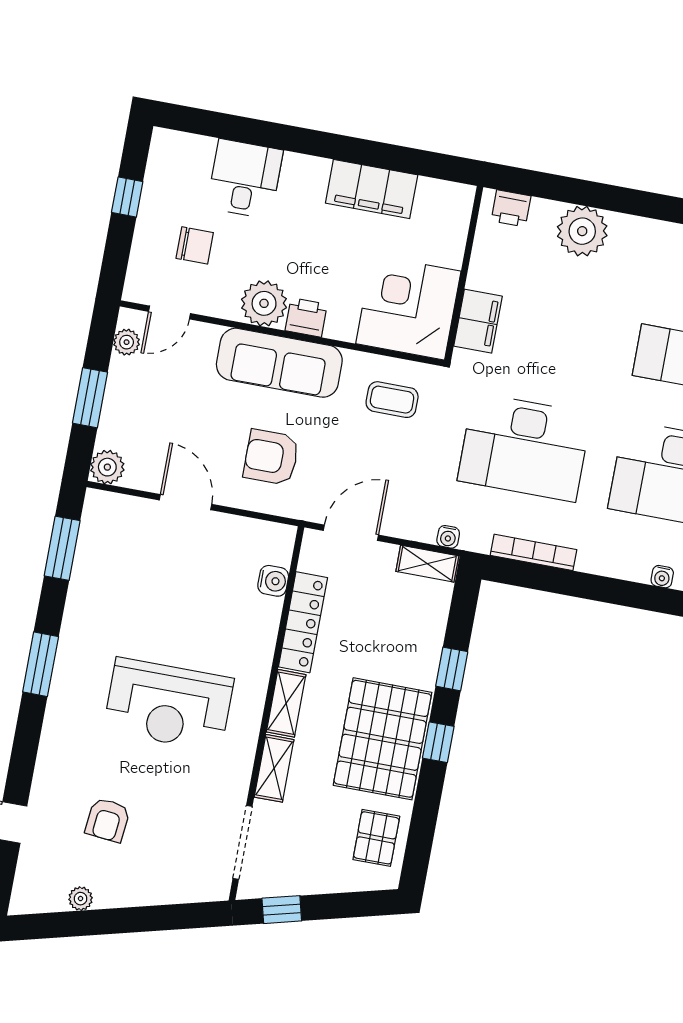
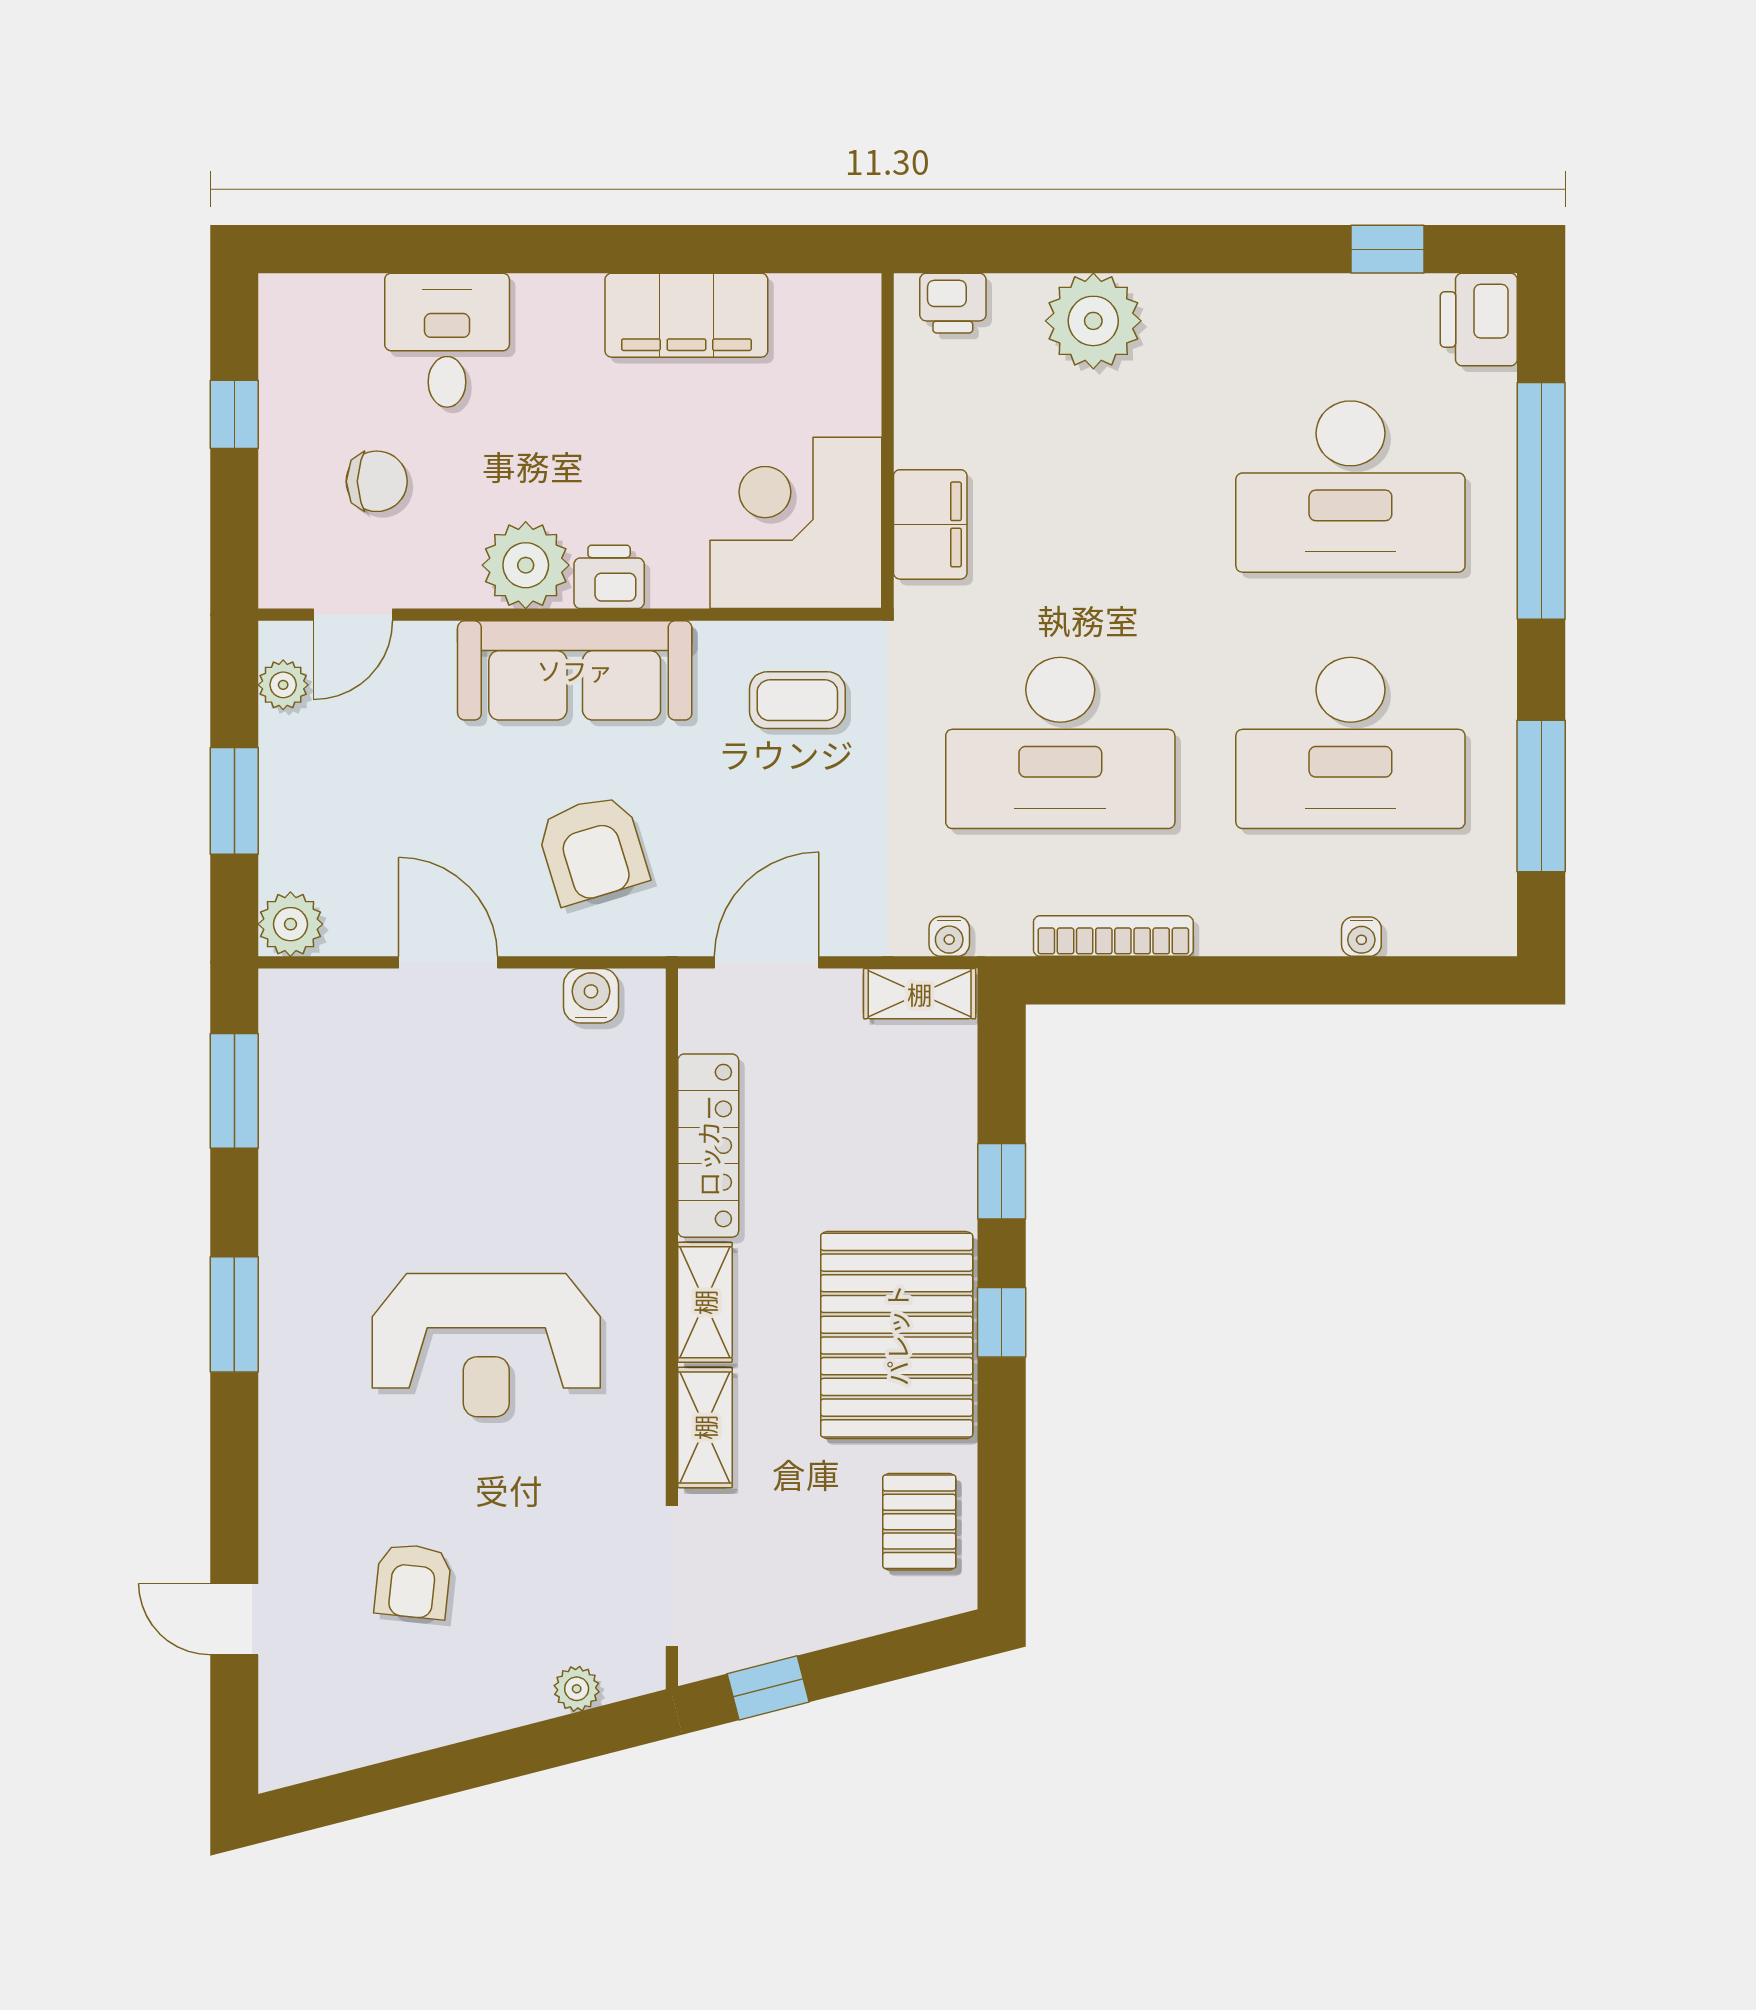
armchair: (271, 457) -> (592, 849), turned -107
water cooler: (273, 581) -> (591, 996), moved, turned -90
plant: (81, 899) -> (577, 1689), moved

